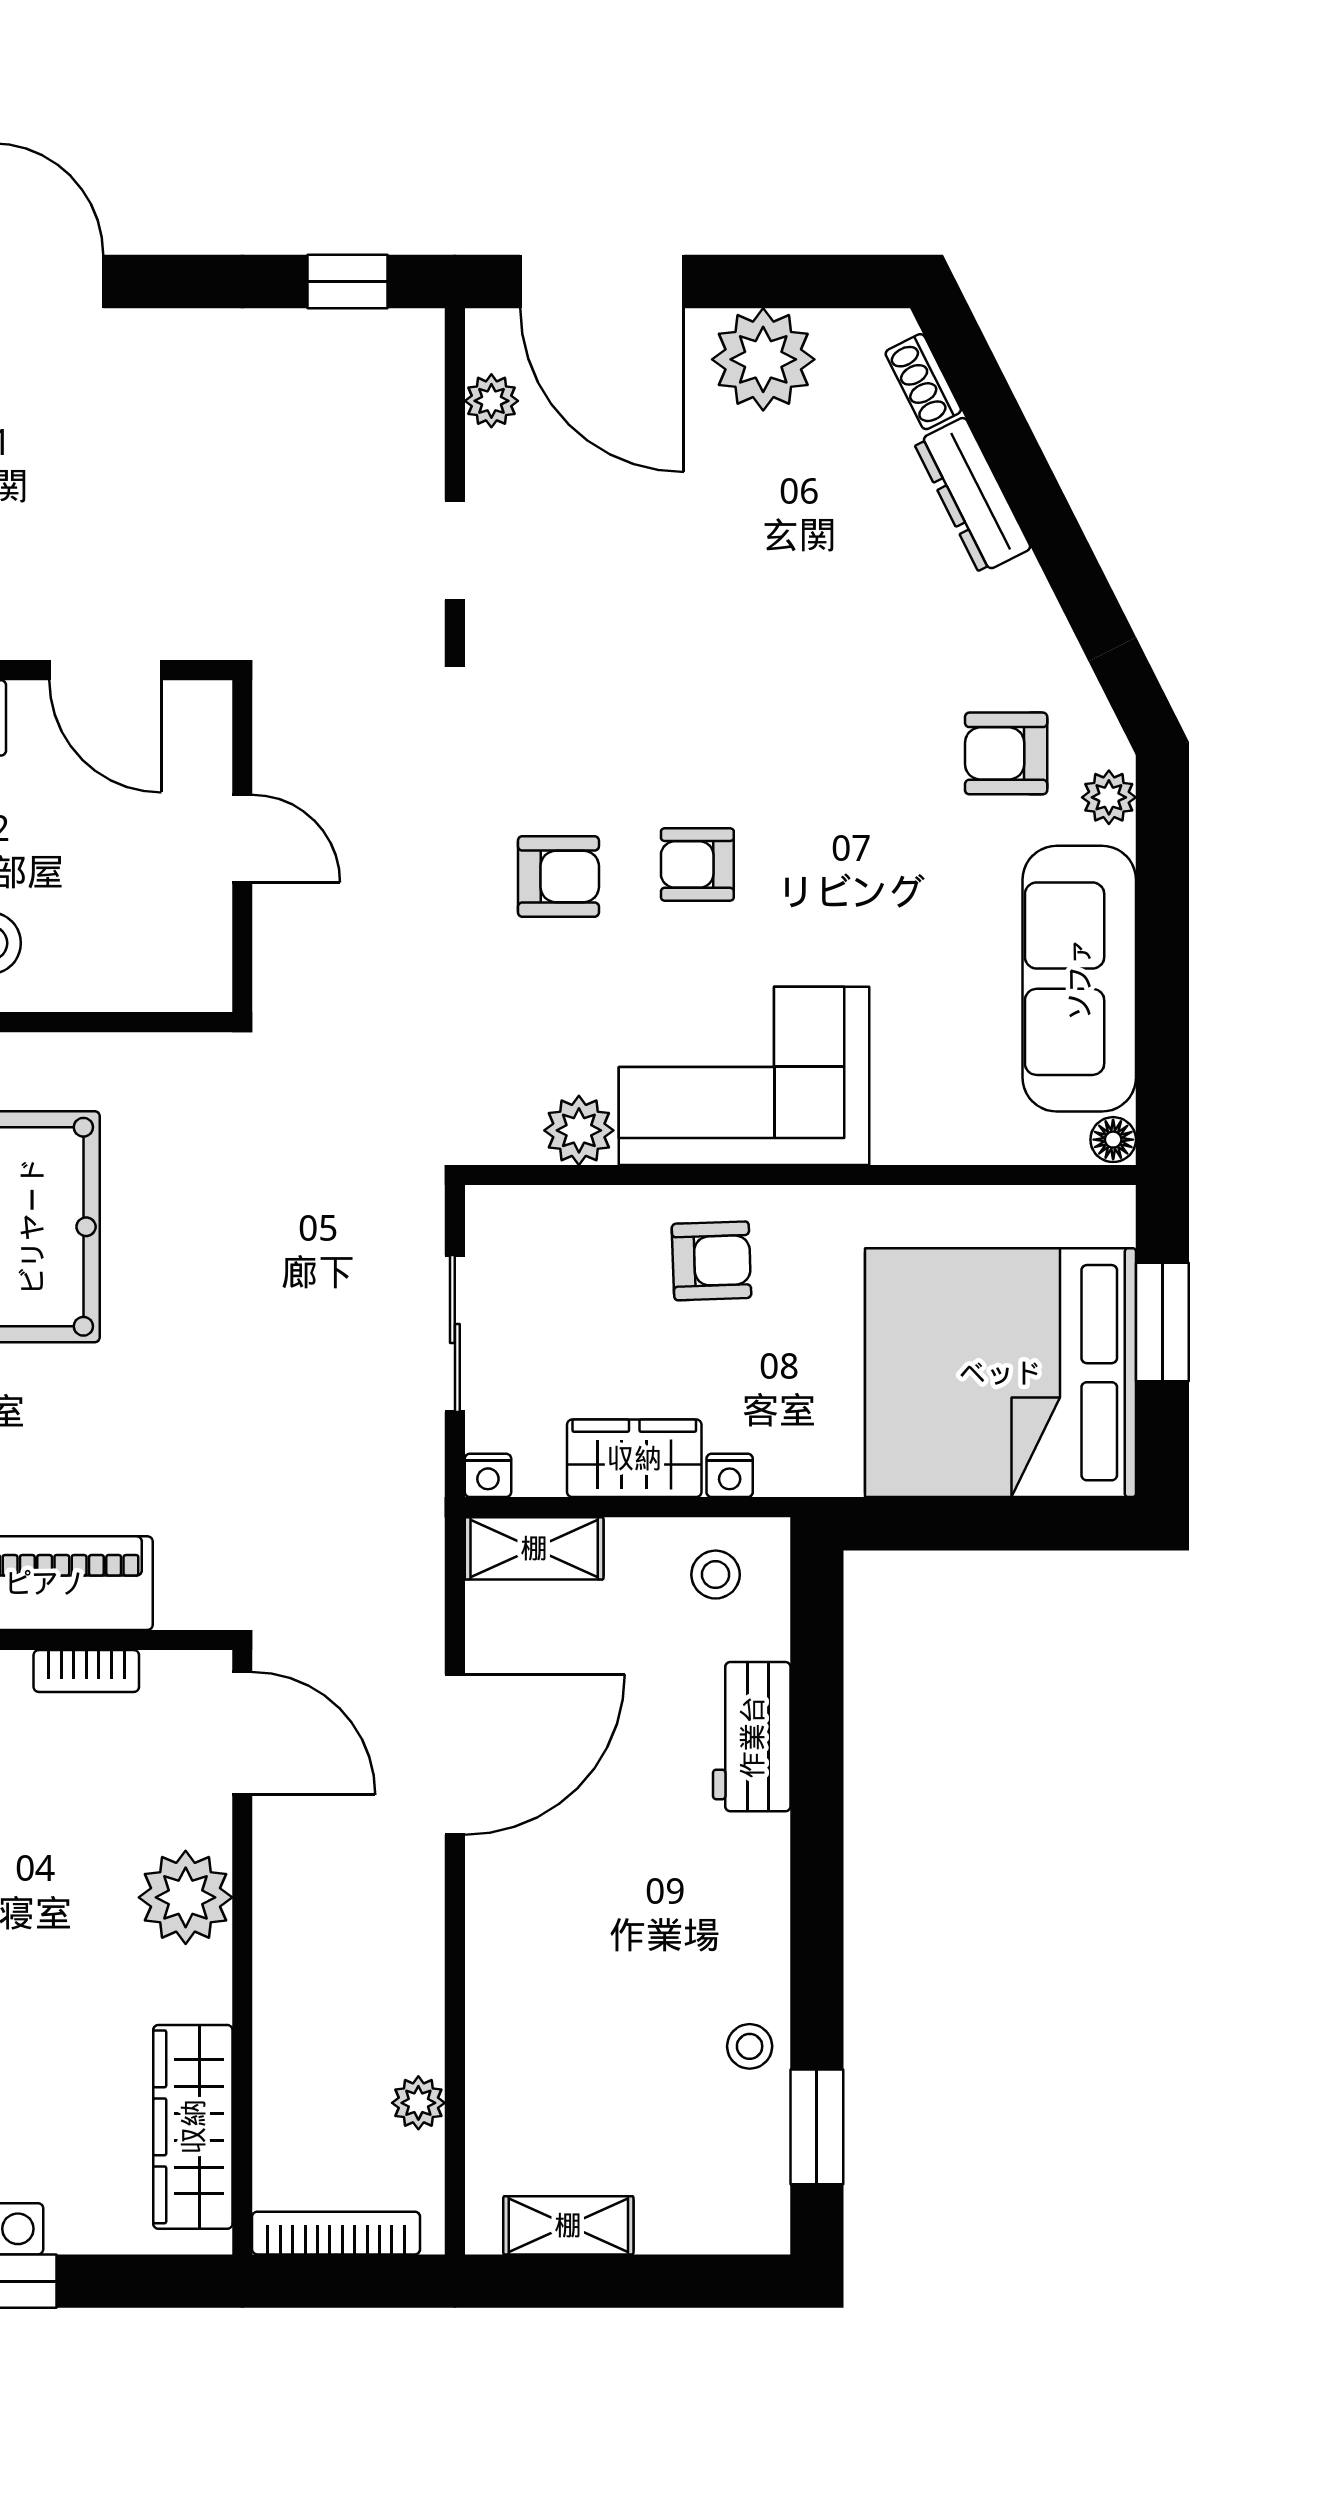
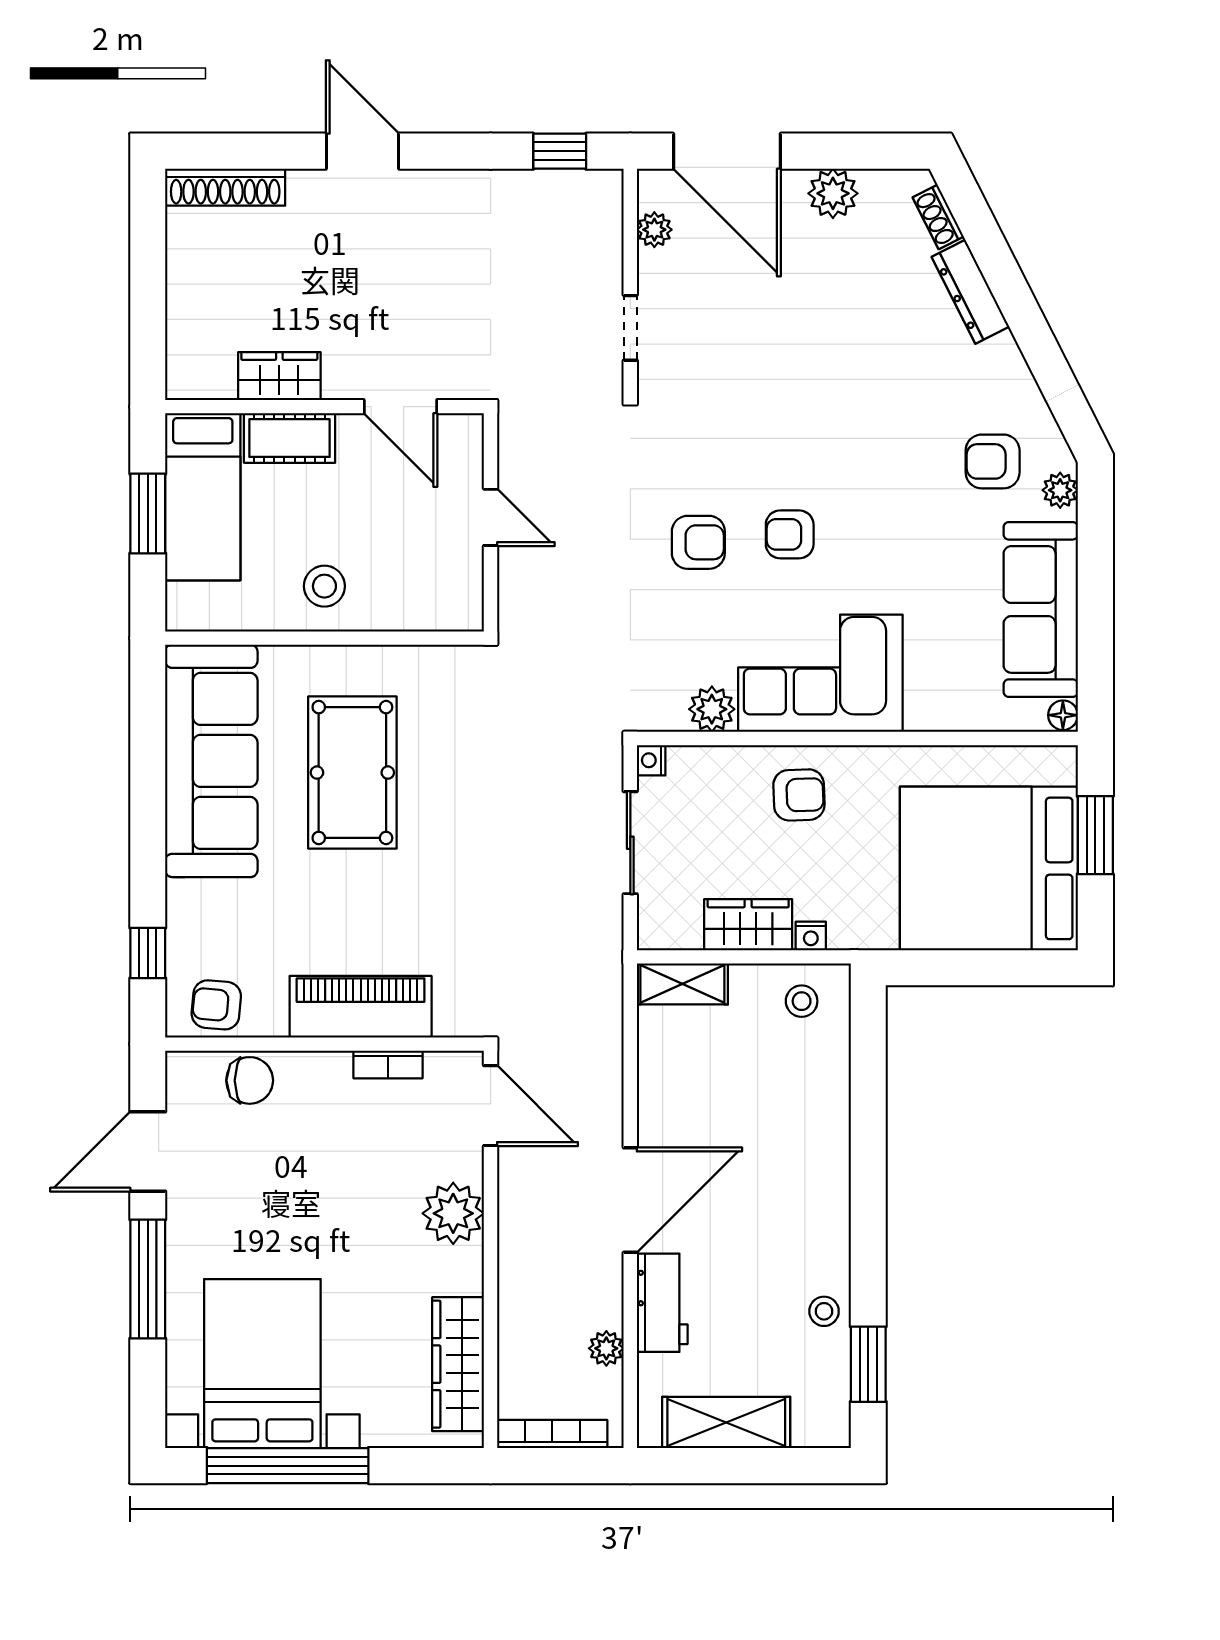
plant: (763, 359) -> (833, 193), width x0.73, depth x0.73
nightstand: (488, 1475) -> (651, 760), moved, turned 90
workbench: (752, 1737) -> (662, 1303), moved, turned 180
door: (455, 1755) -> (630, 1200), moved
shelving: (568, 2225) -> (726, 1422), width x1.50, depth x1.33

